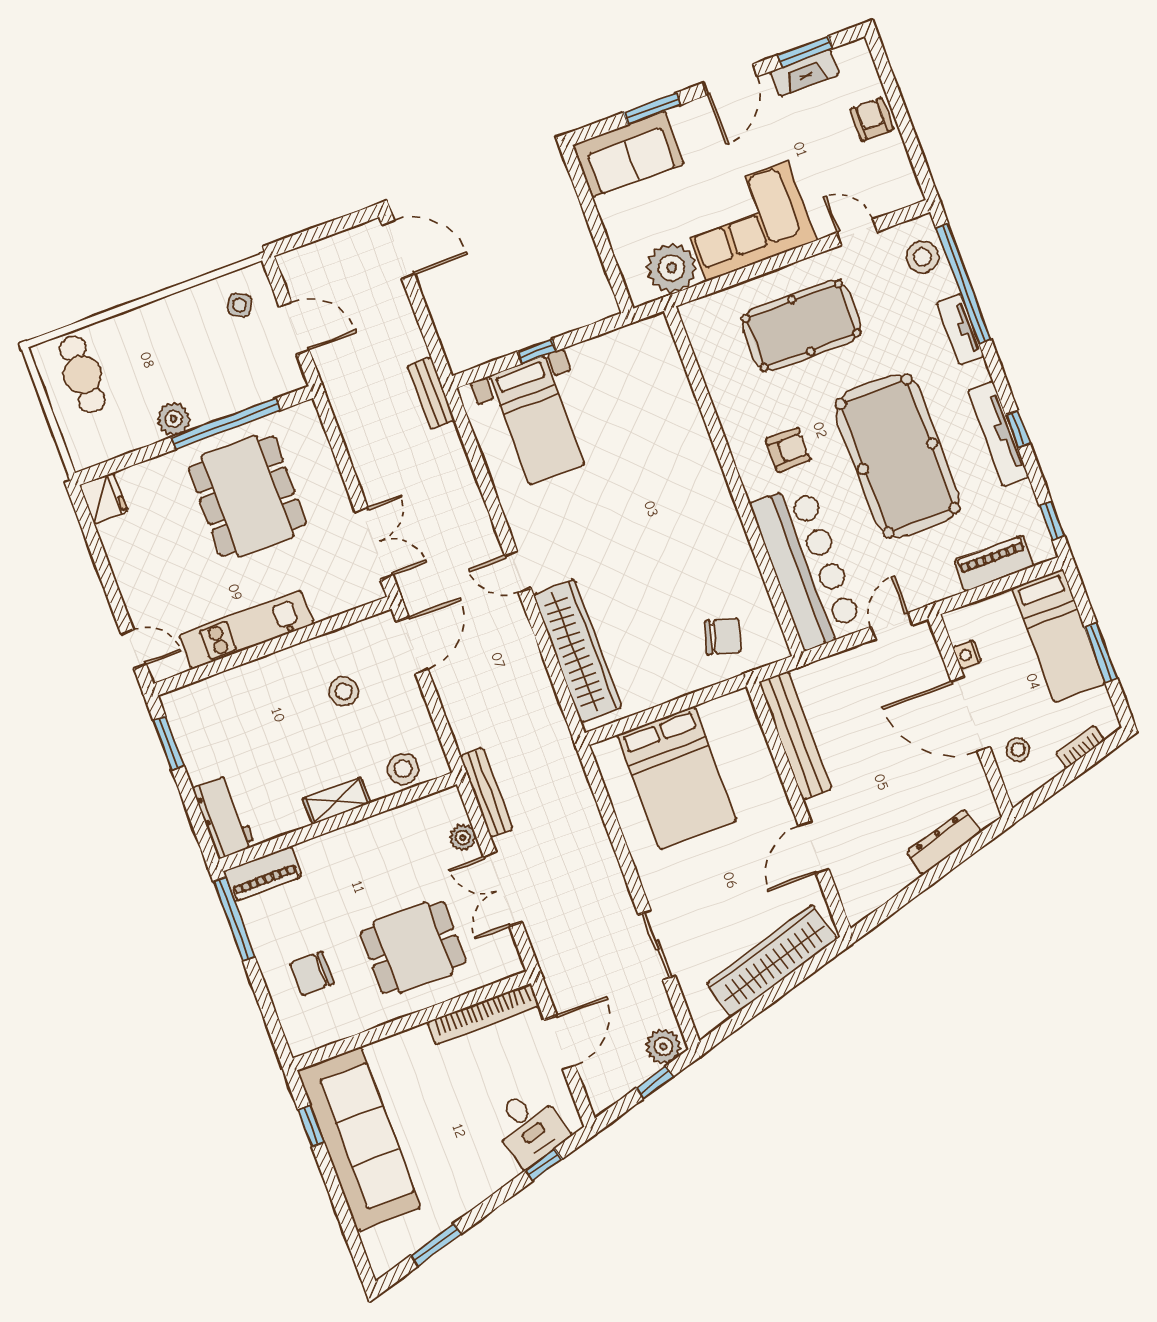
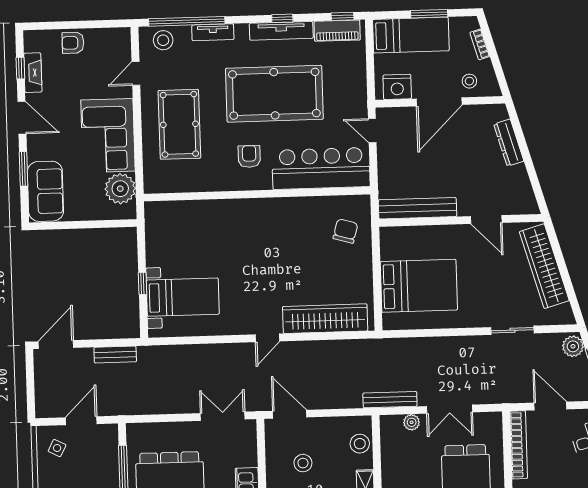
window: (805, 52) -> (20, 68), width x0.67
bench: (431, 393) -> (115, 355), moved
piano: (994, 563) -> (337, 31), moved, turned -90
nightstand: (967, 654) -> (397, 87), width x1.89, depth x1.79

